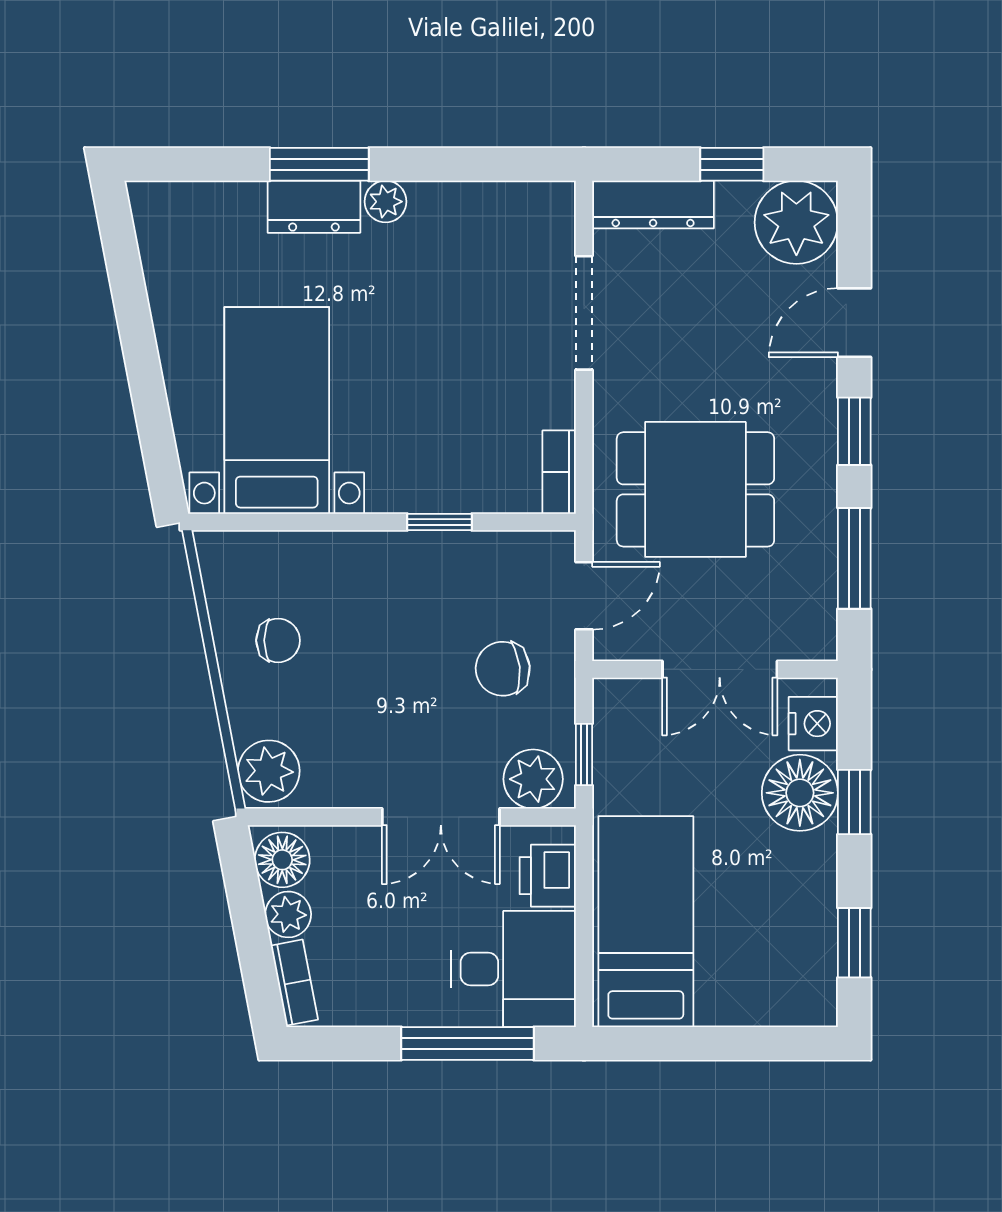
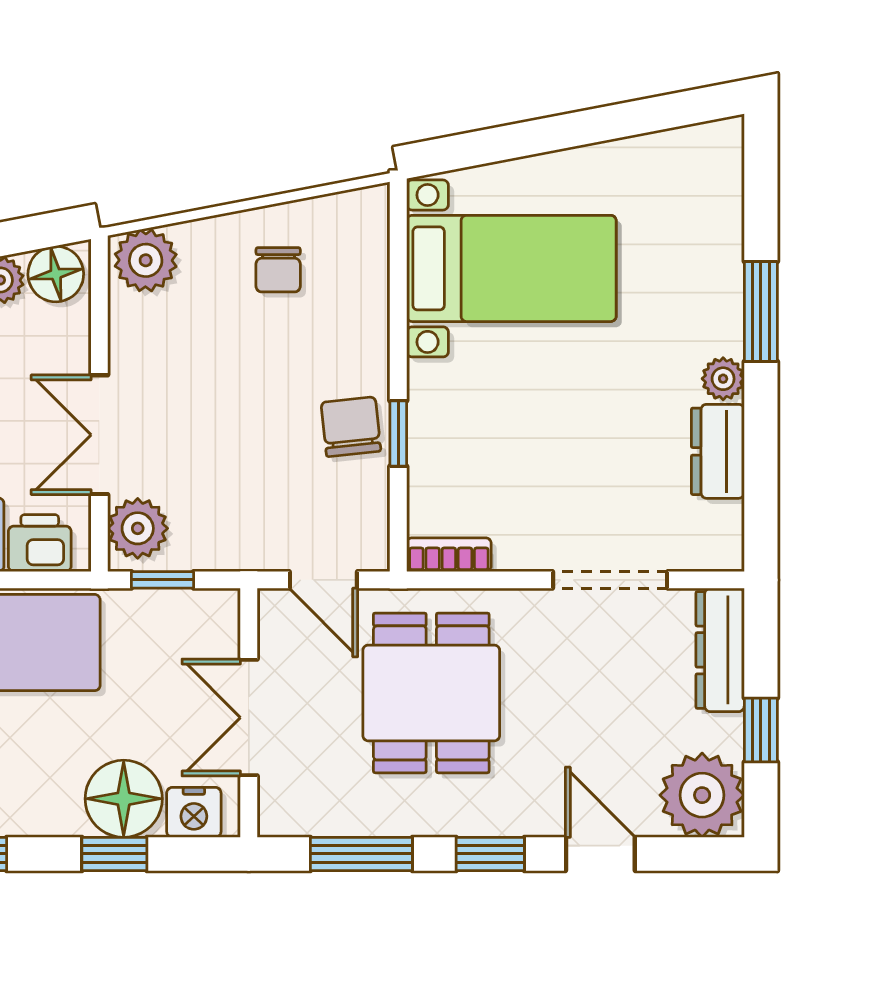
dresser: (314, 207) -> (718, 451), moved
chair: (503, 669) -> (351, 427), moved

